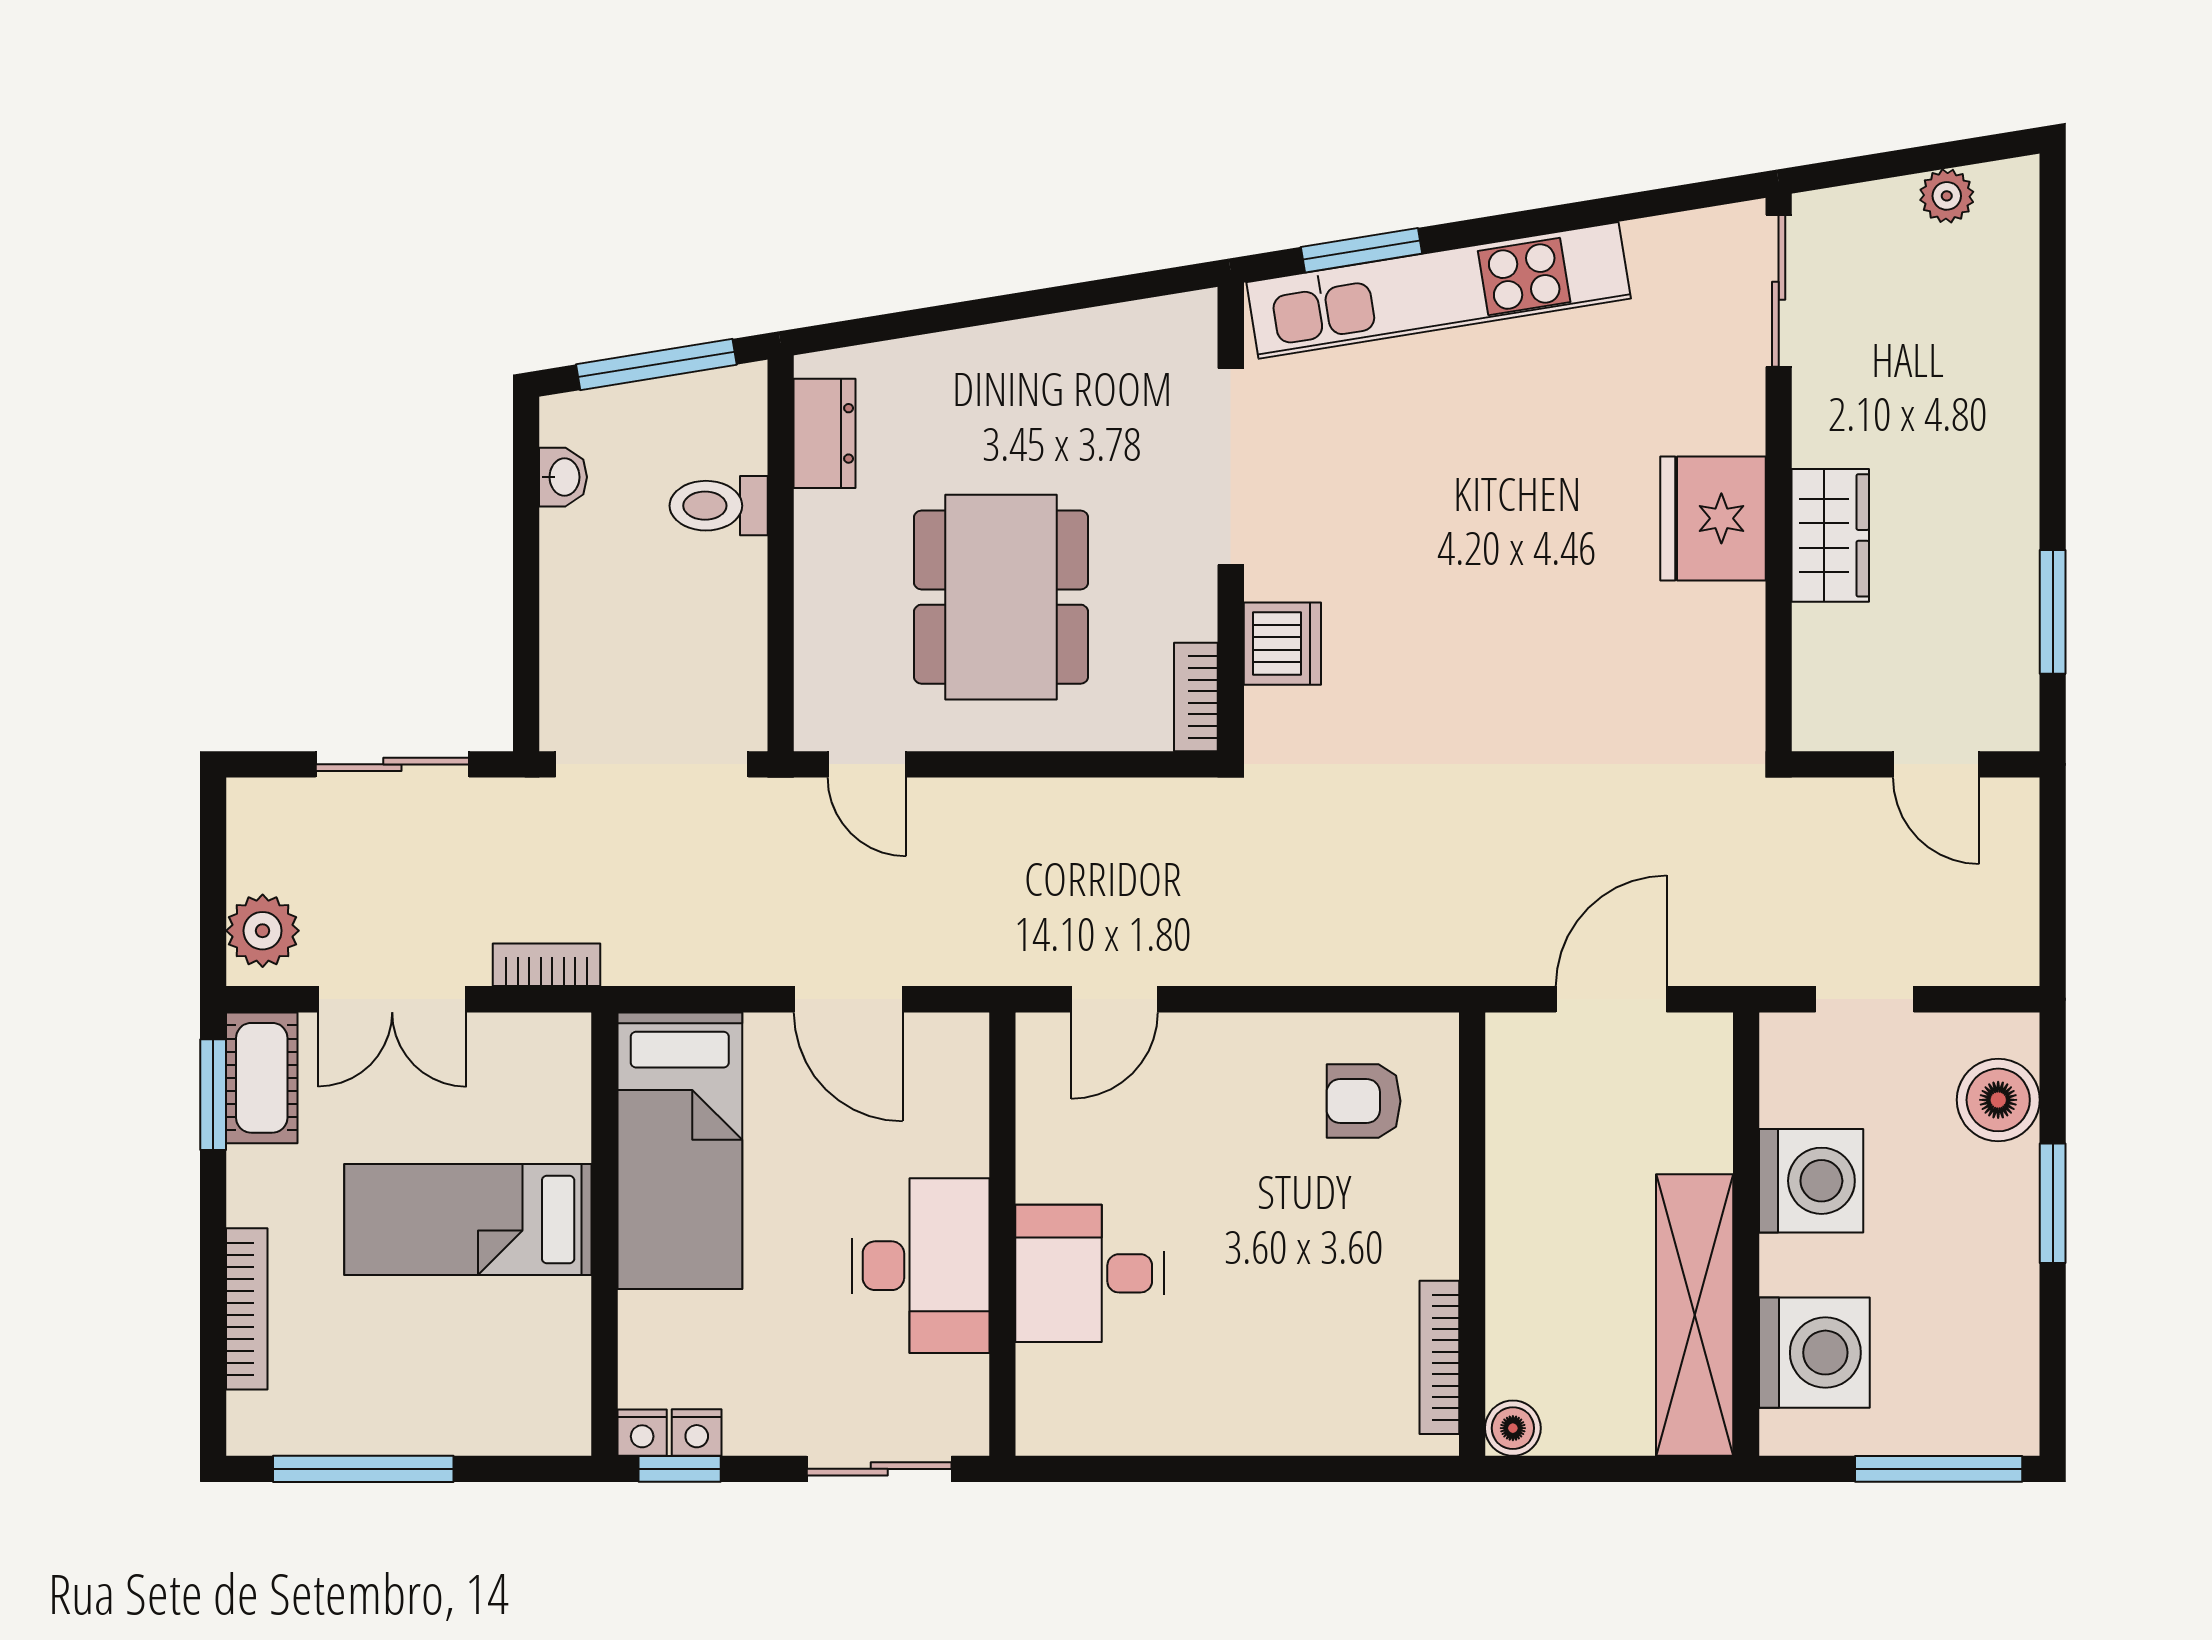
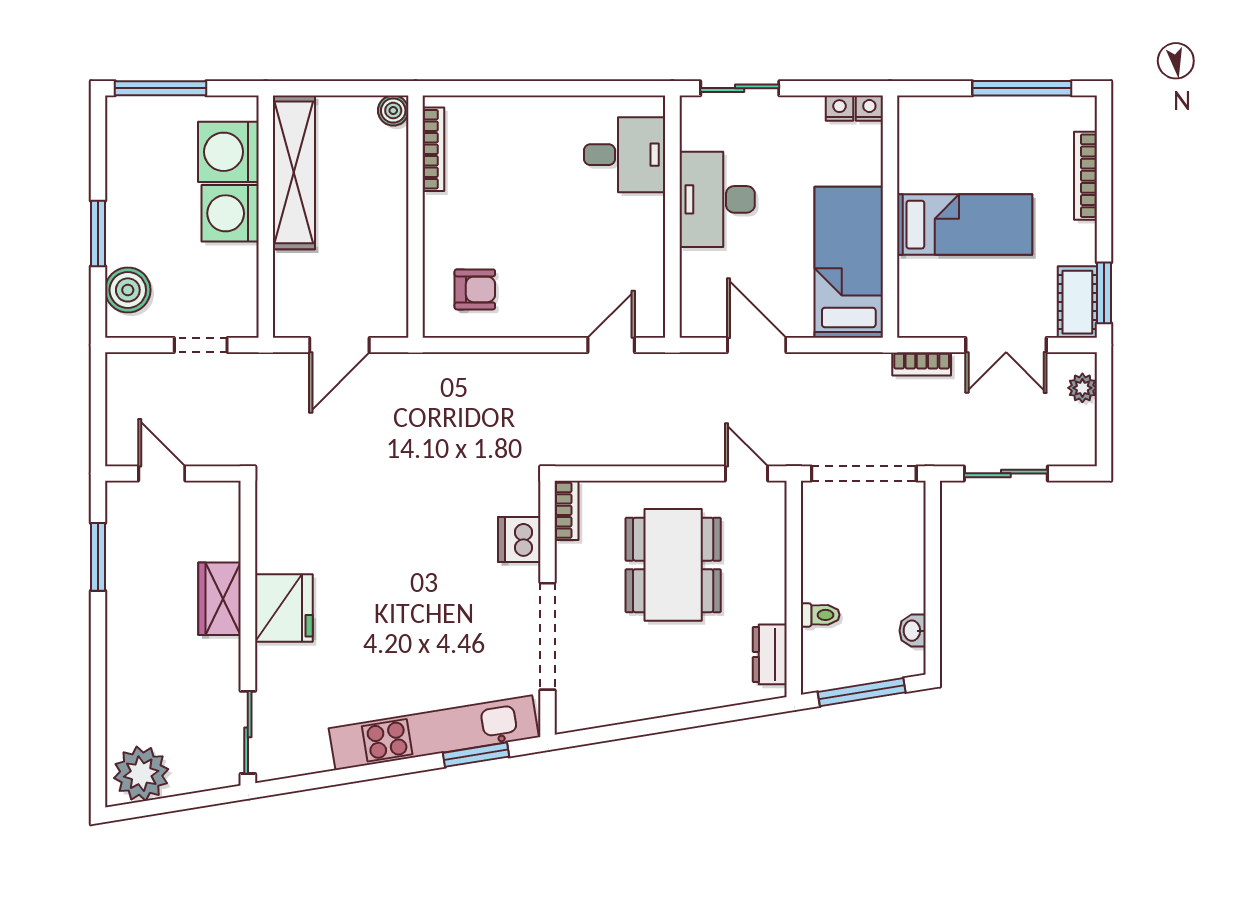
plant: (1947, 196) -> (141, 774), width x1.88, depth x1.88
toilet: (719, 506) -> (820, 615), width x0.73, depth x0.72
plant: (263, 931) -> (1082, 388), width x0.73, depth x0.73
double door: (392, 999) -> (1006, 345), swing flipped
washing machine: (1811, 1181) -> (230, 213), moved
desk: (1090, 1273) -> (625, 155), moved
window: (680, 1469) -> (849, 88), removed

